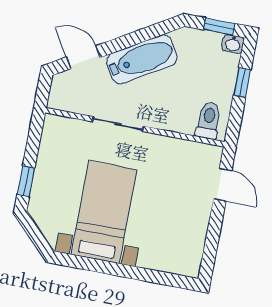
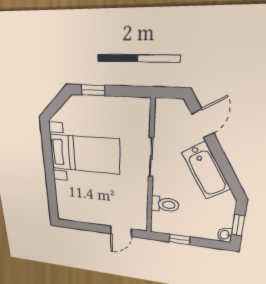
window: (242, 83) -> (179, 239), moved
toilet: (208, 120) -> (165, 204), moved

